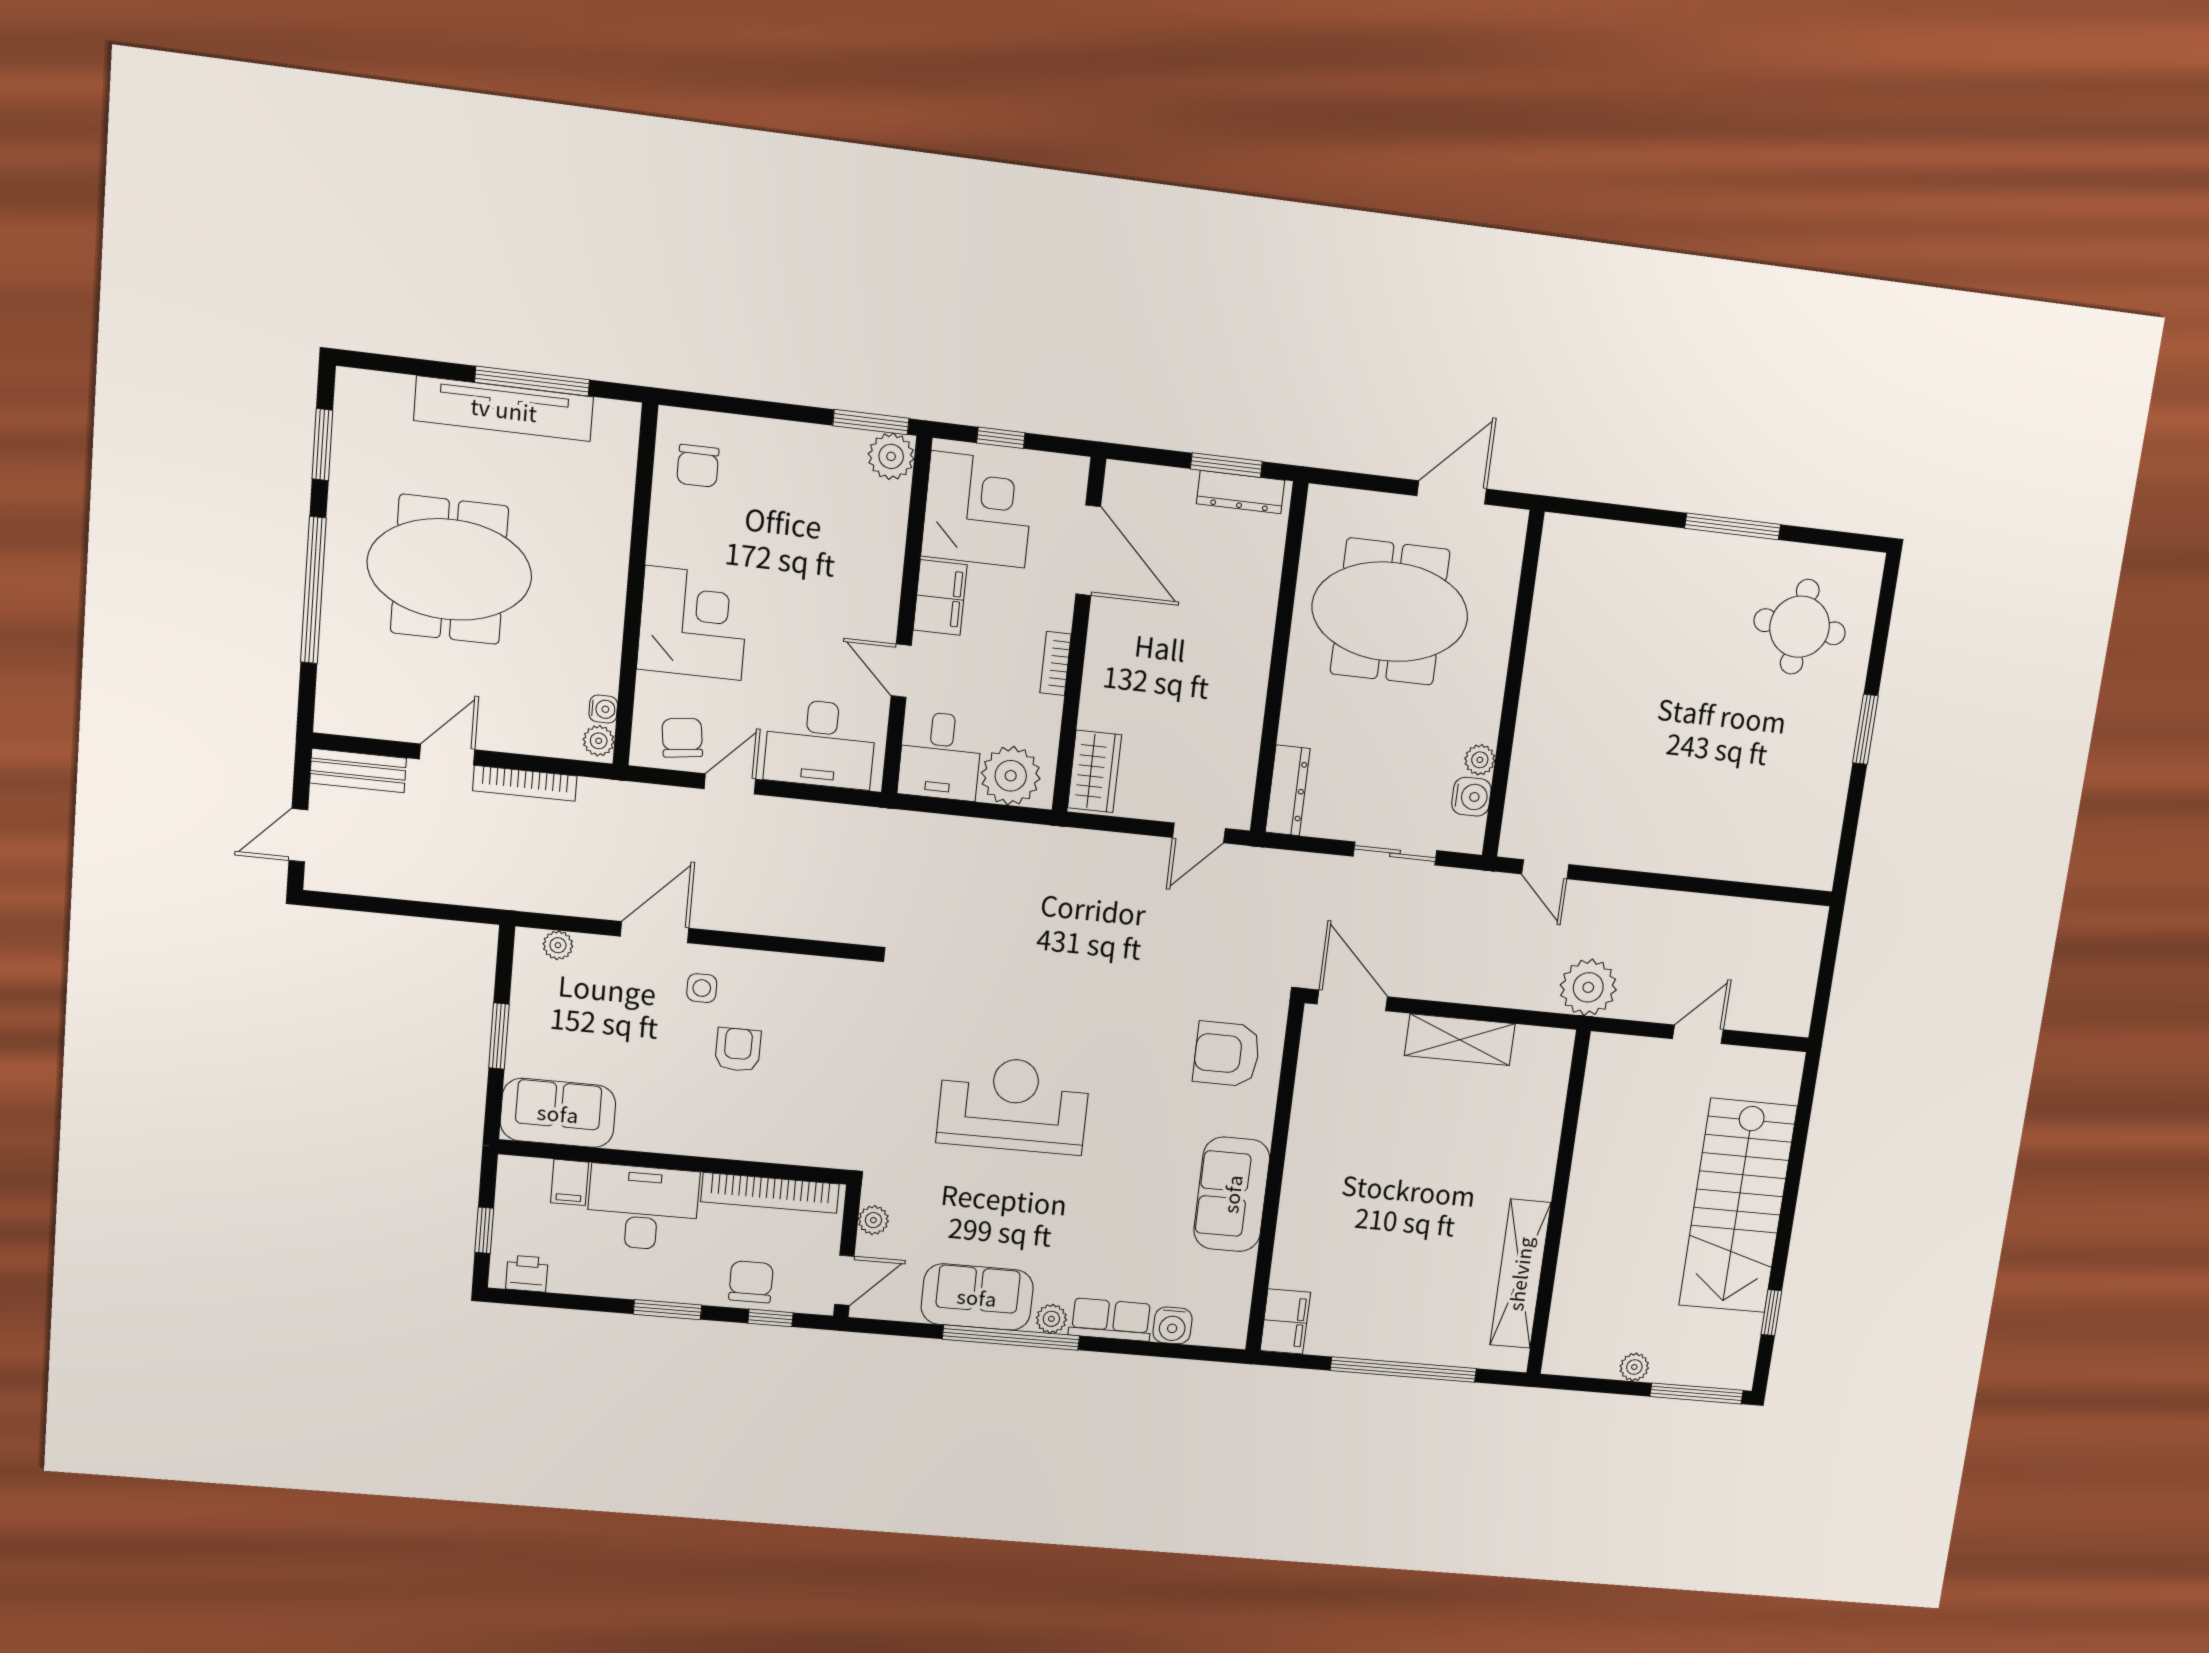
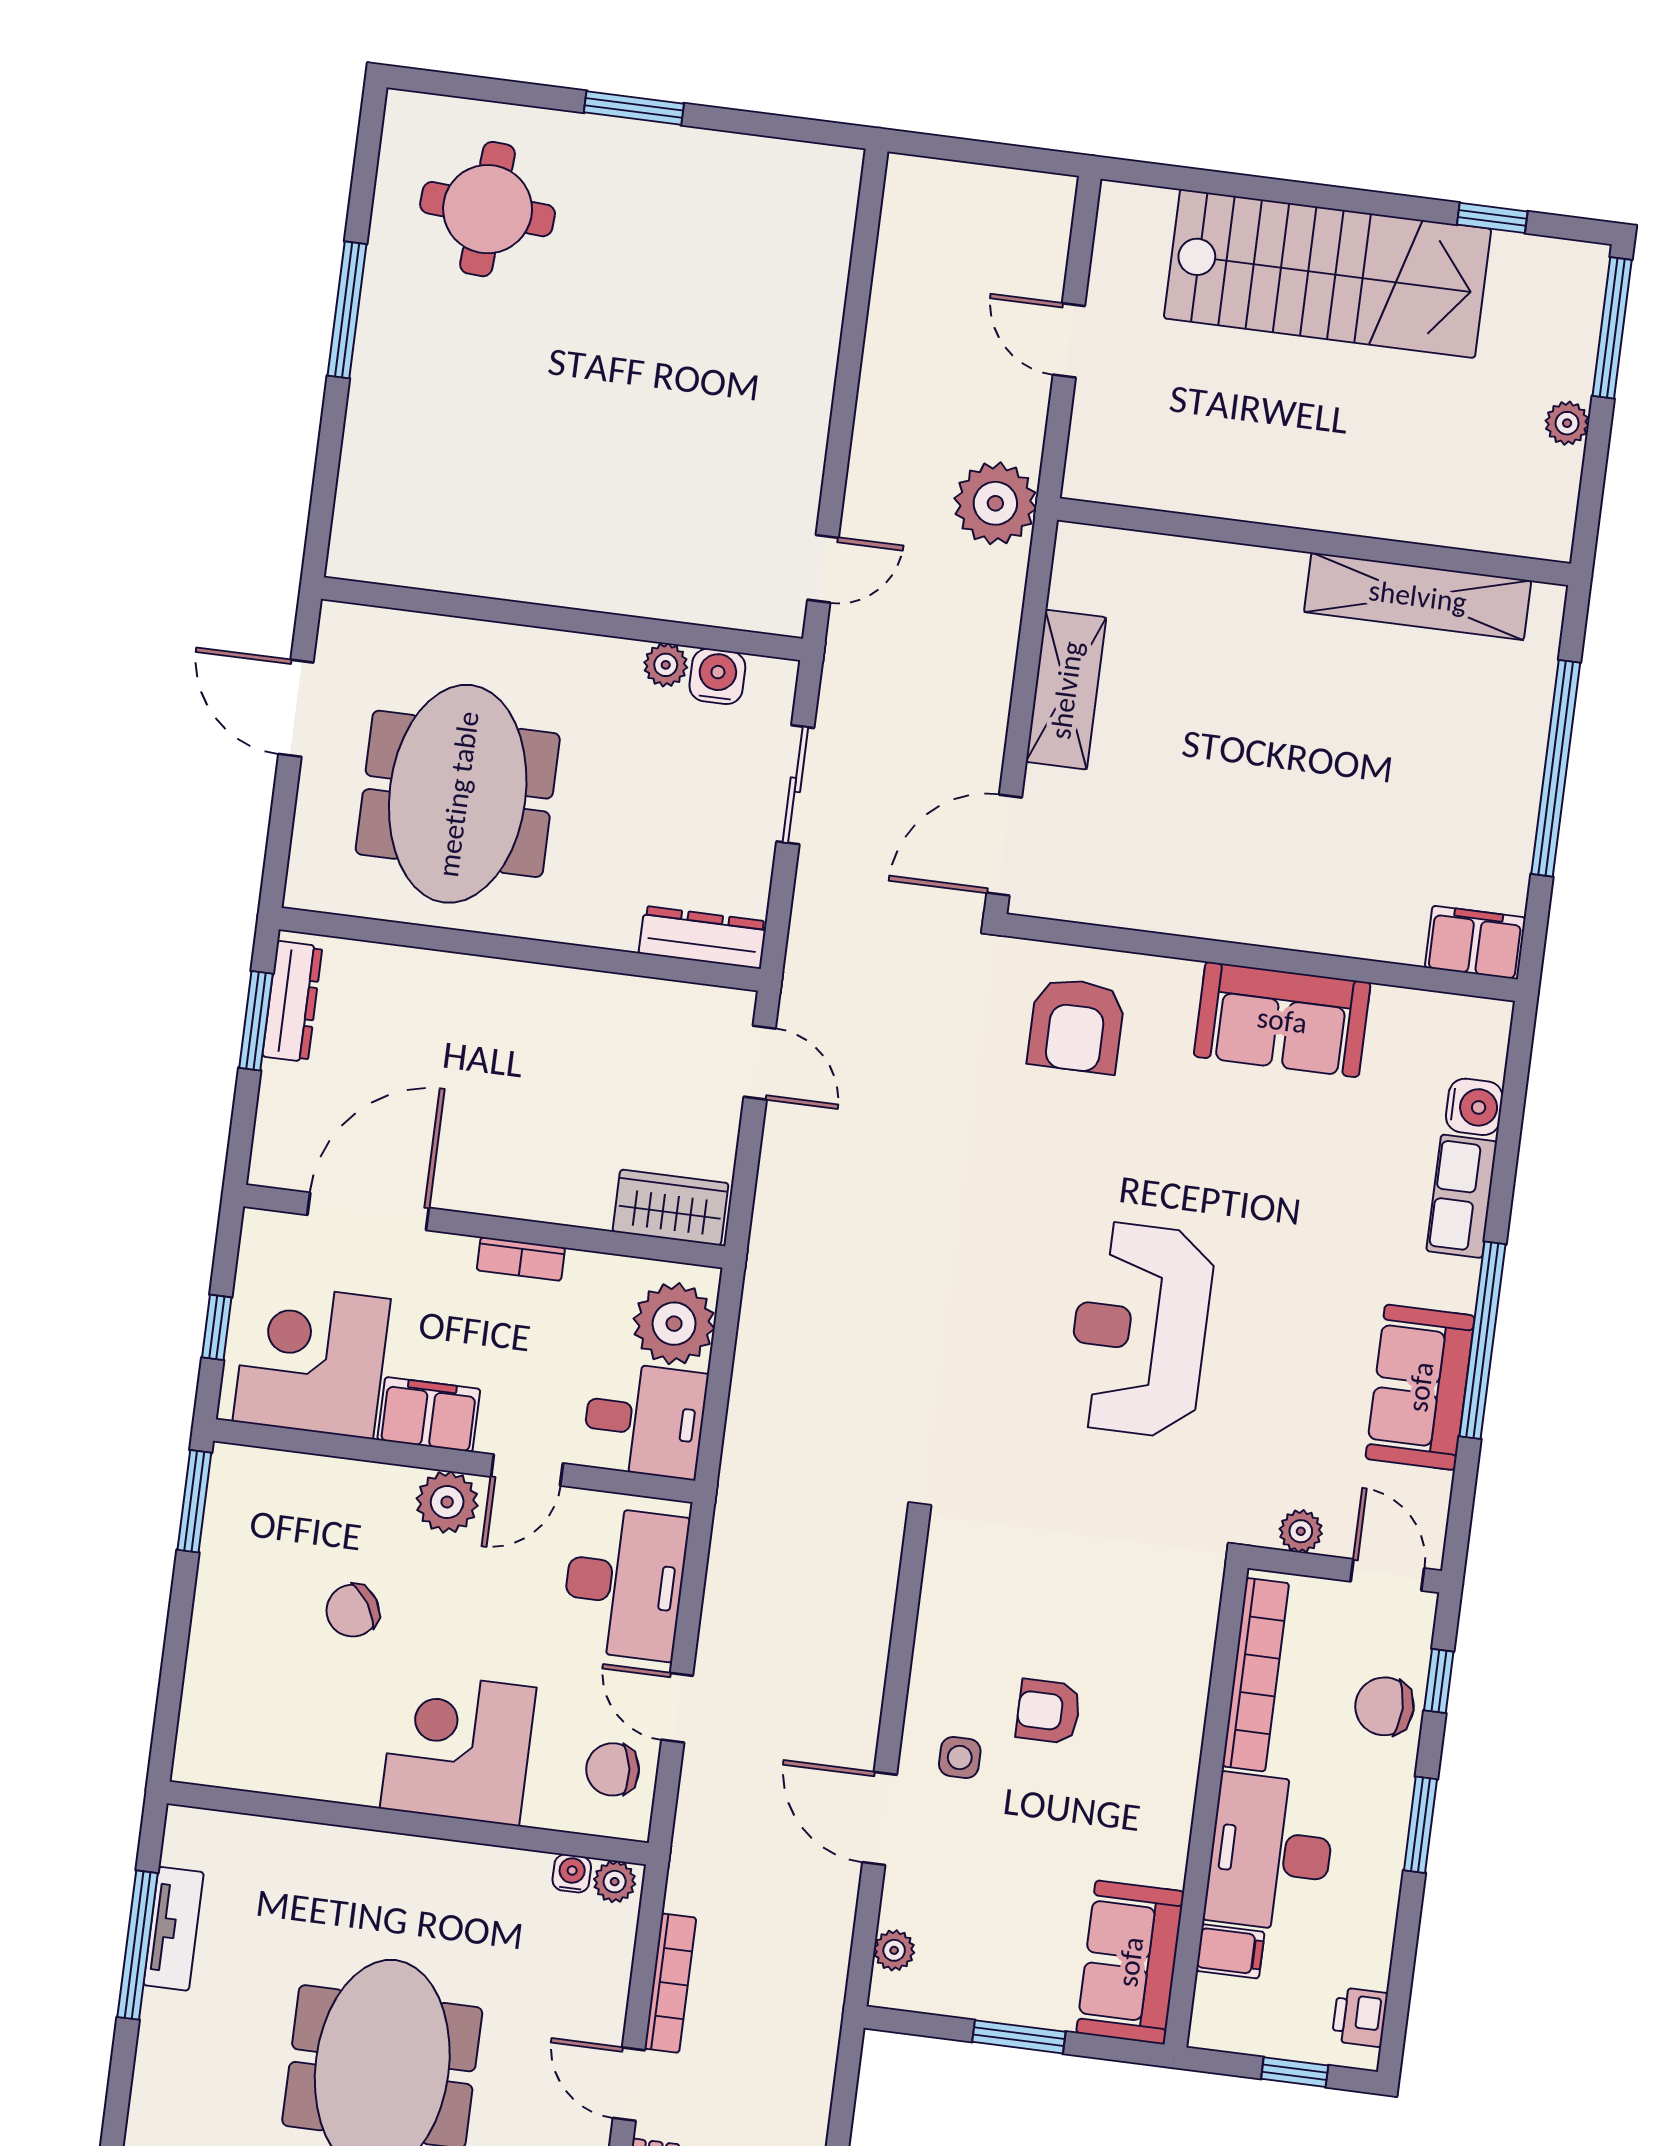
tv unit: (504, 409) -> (174, 1929), width x0.52, depth x0.78
plant: (891, 456) -> (447, 1502), moved
chair: (698, 466) -> (353, 1611), moved, turned 147
plant: (1051, 1319) -> (1457, 1282), removed

